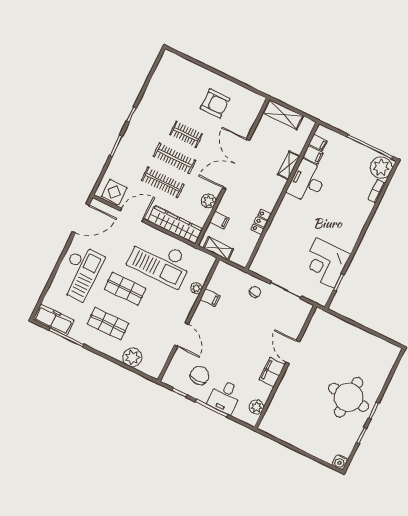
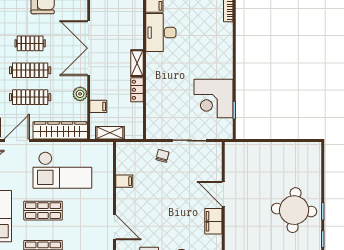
shelving: (289, 165) -> (137, 63), moved
plant: (196, 288) -> (108, 178), removed

